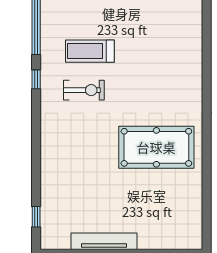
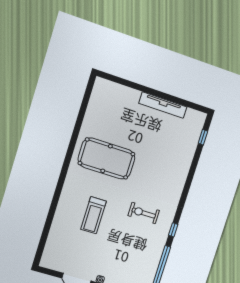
treadmill: (90, 51) -> (93, 215), moved, turned 90

